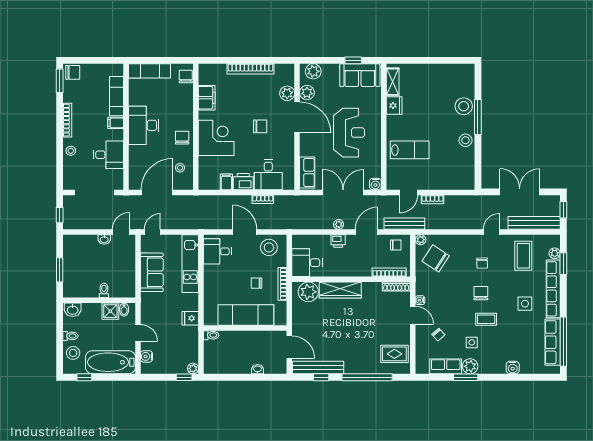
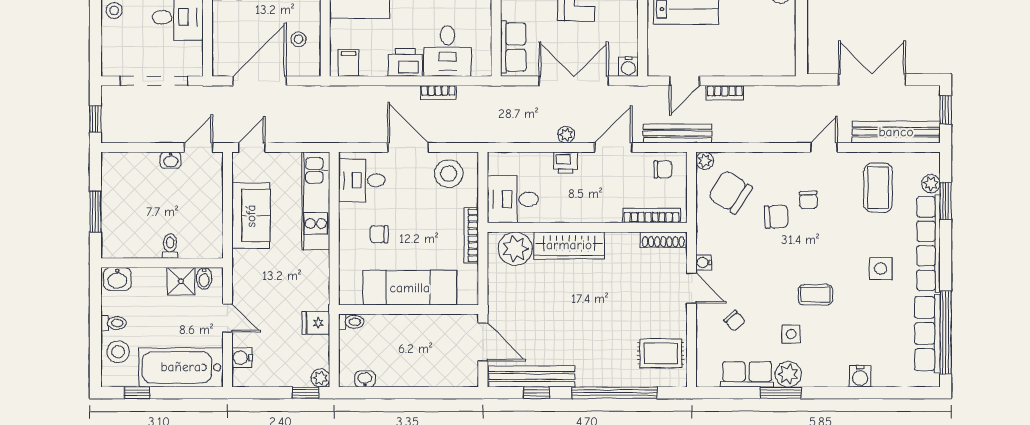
filing cabinet: (226, 182) -> (348, 63), moved
chair: (257, 283) -> (379, 234), moved
chair: (481, 293) -> (776, 217), moved, turned 87
fridge: (190, 318) -> (316, 323), moved
washbasin: (258, 369) -> (365, 379), moved

